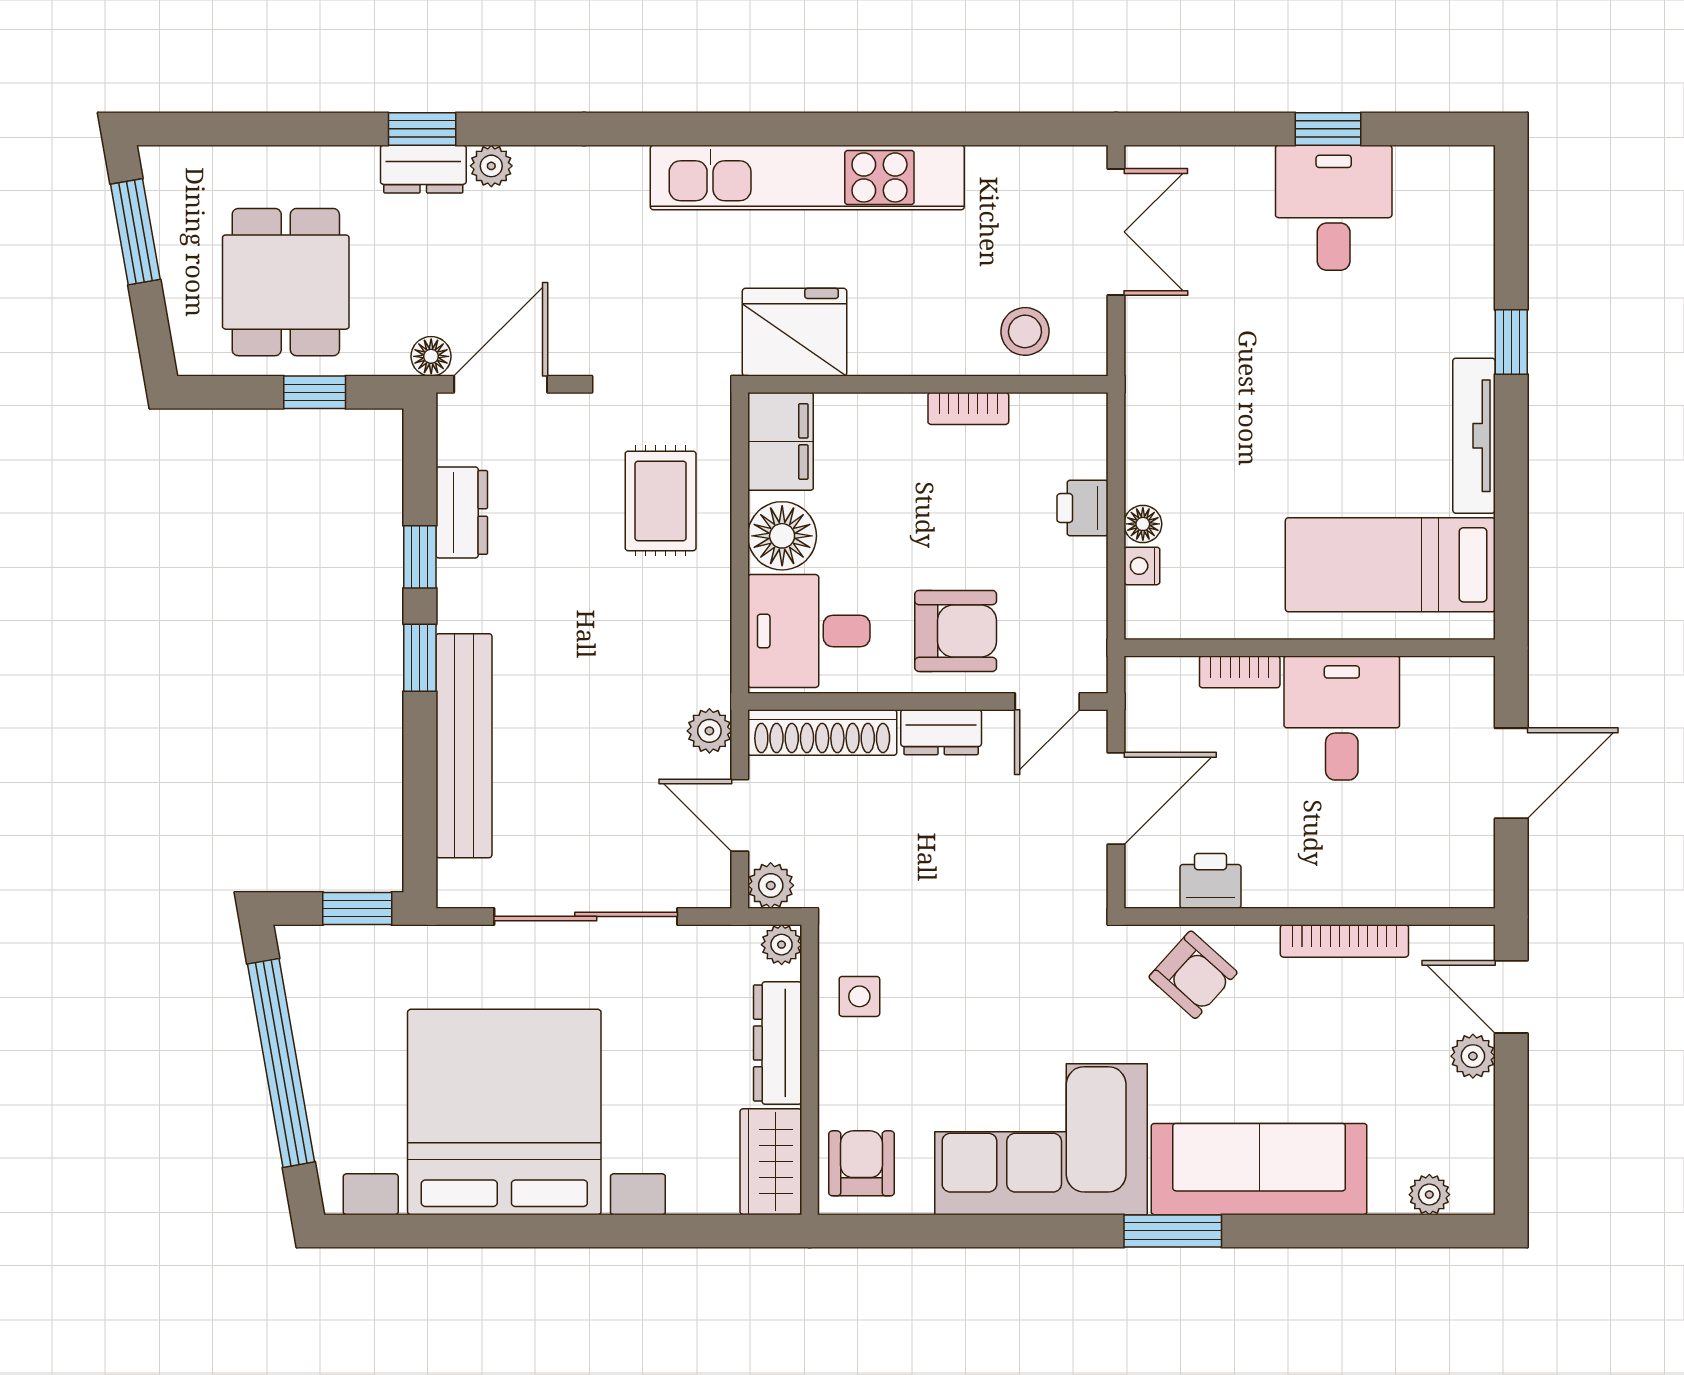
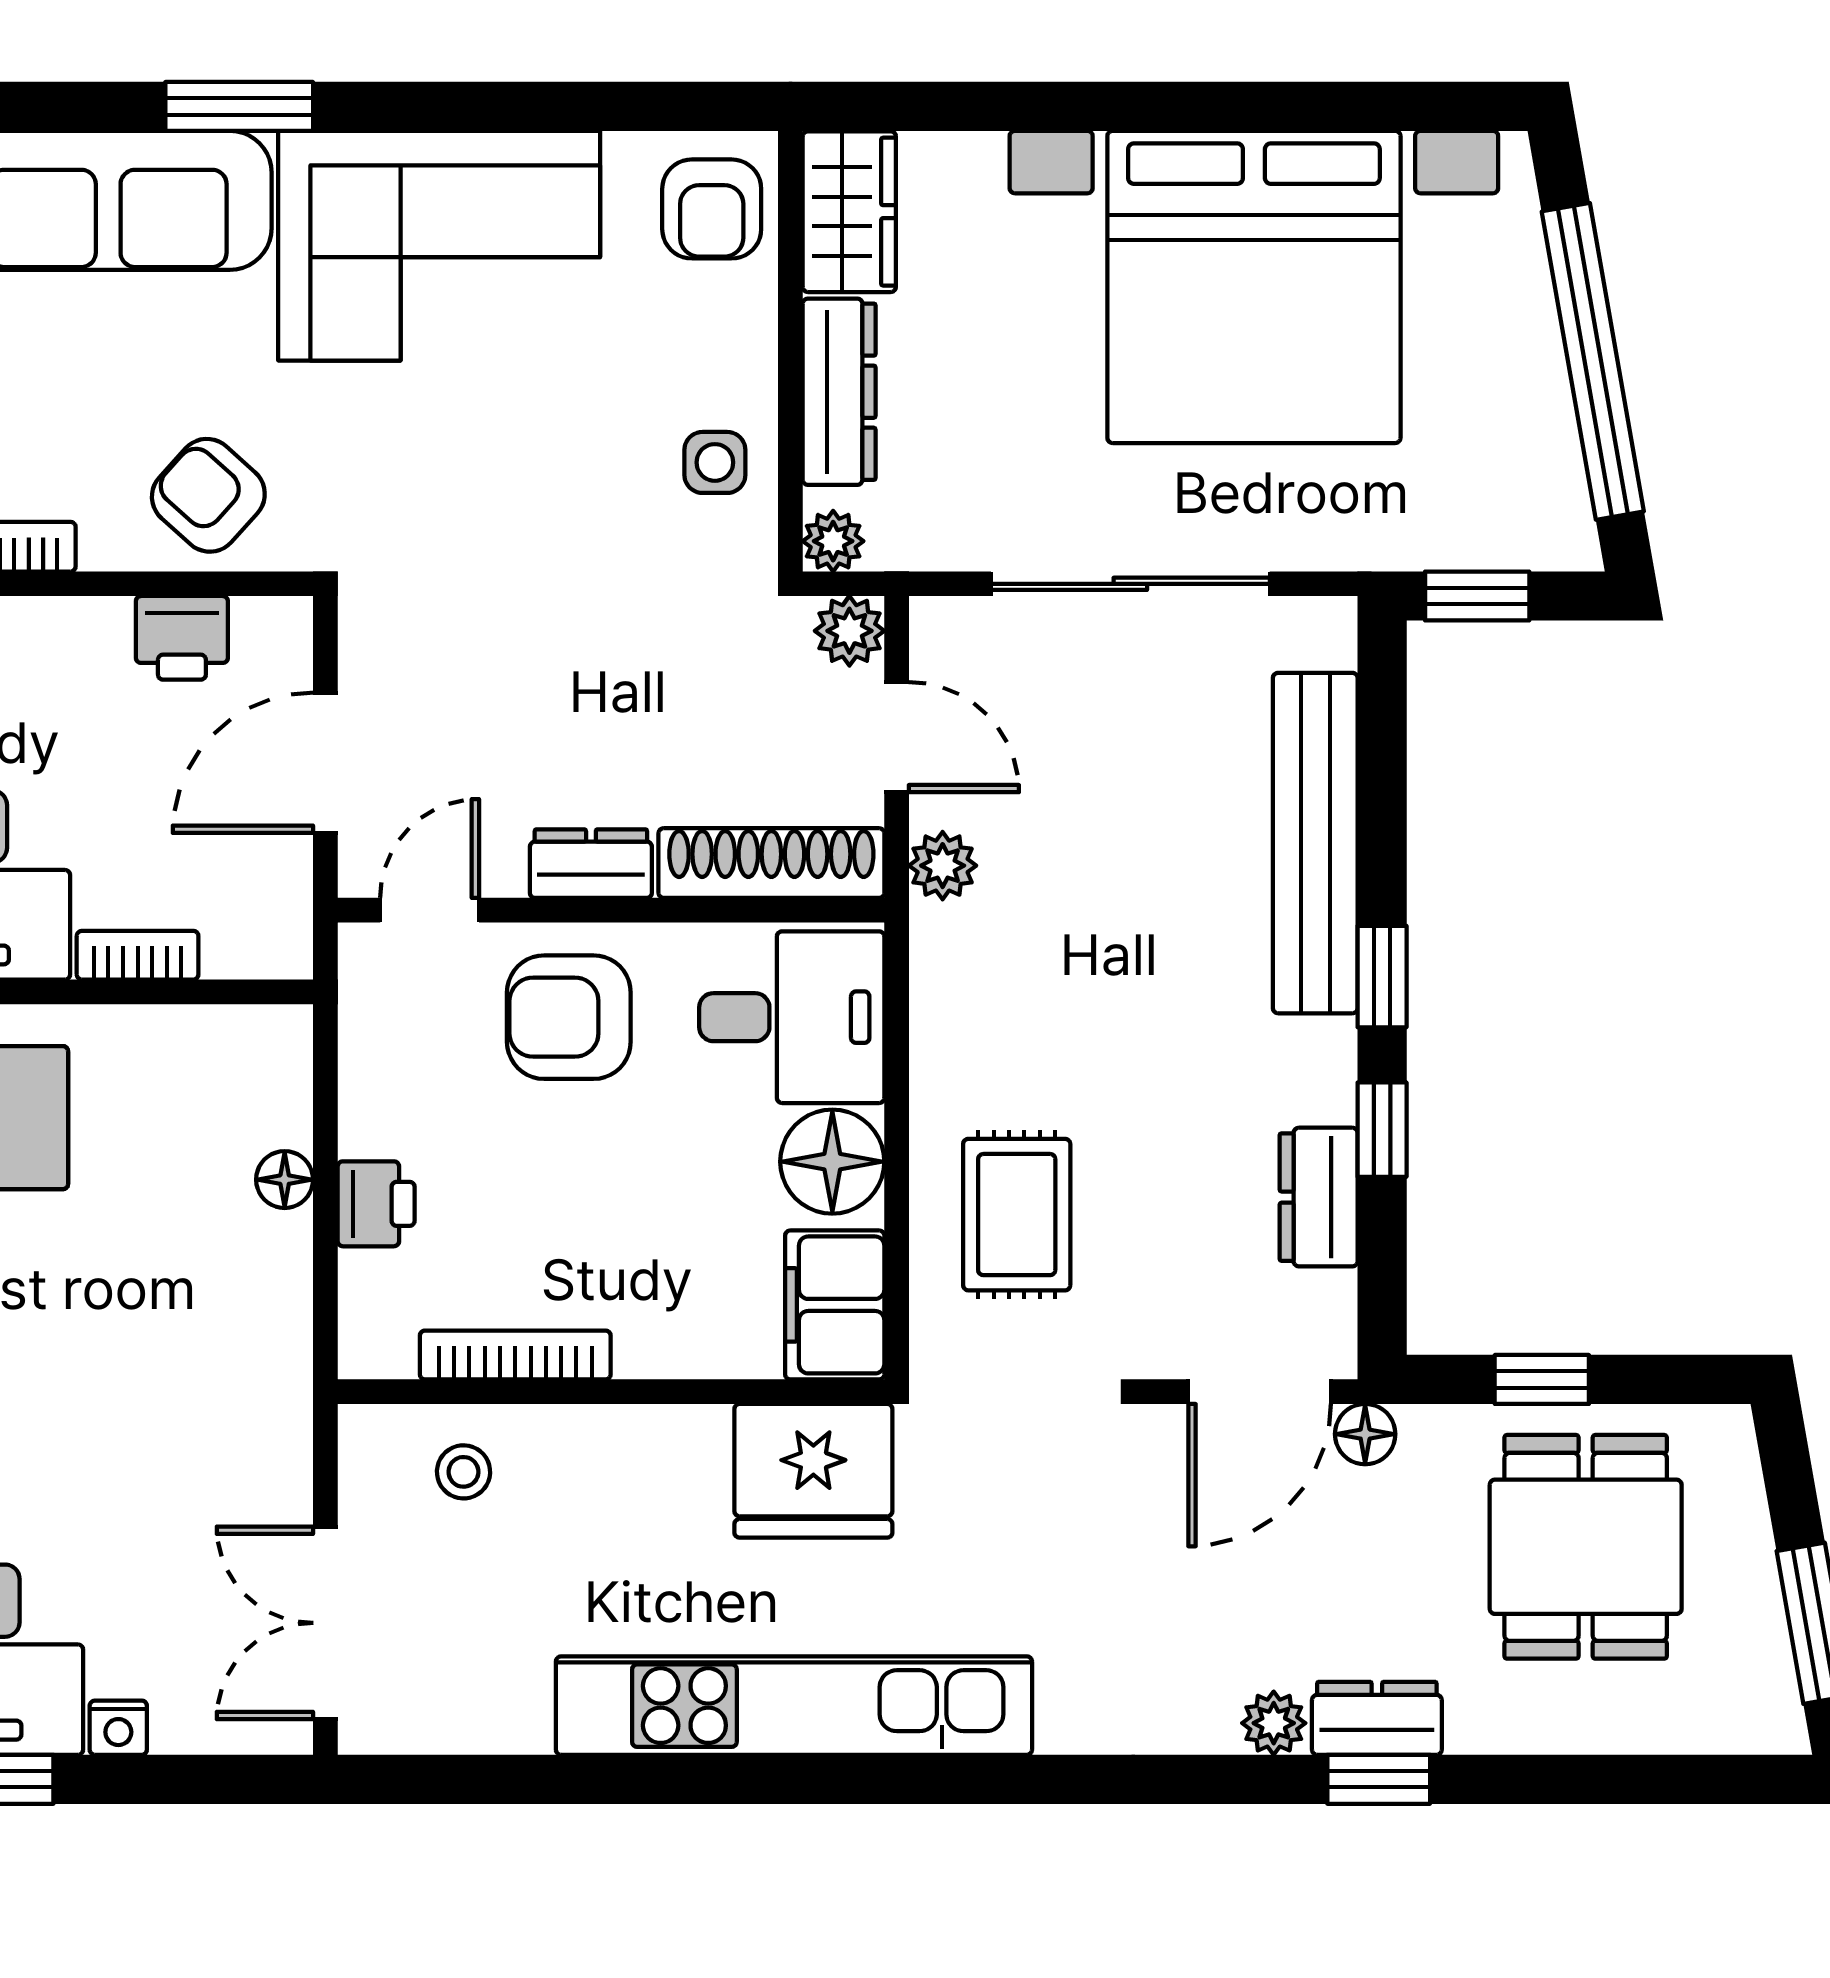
stool: (1025, 331) -> (464, 1472), width x0.73, depth x0.73
bookcase: (968, 408) -> (515, 1355), width x1.56
nightstand: (1142, 566) -> (118, 1728), moved, turned 90

